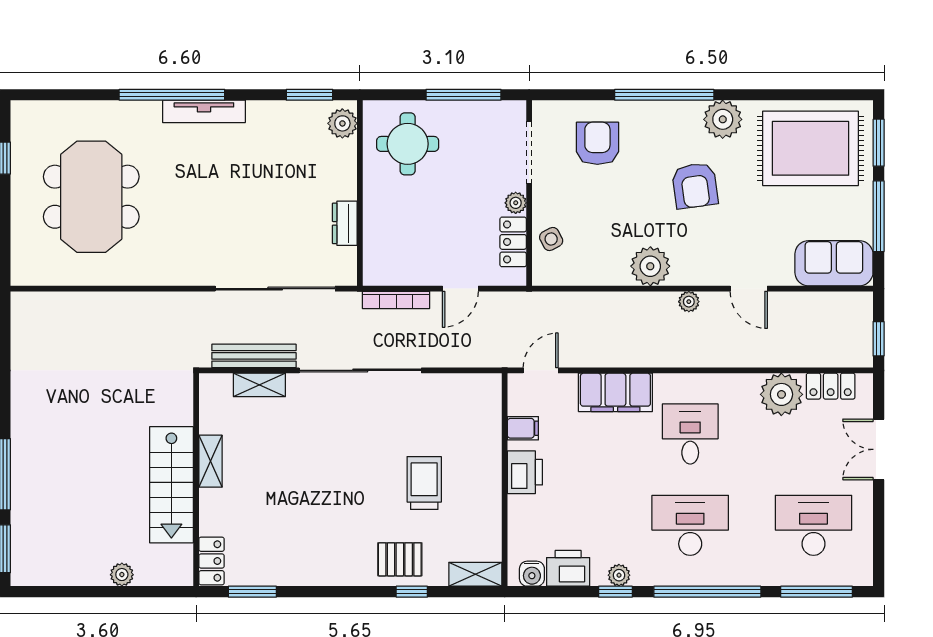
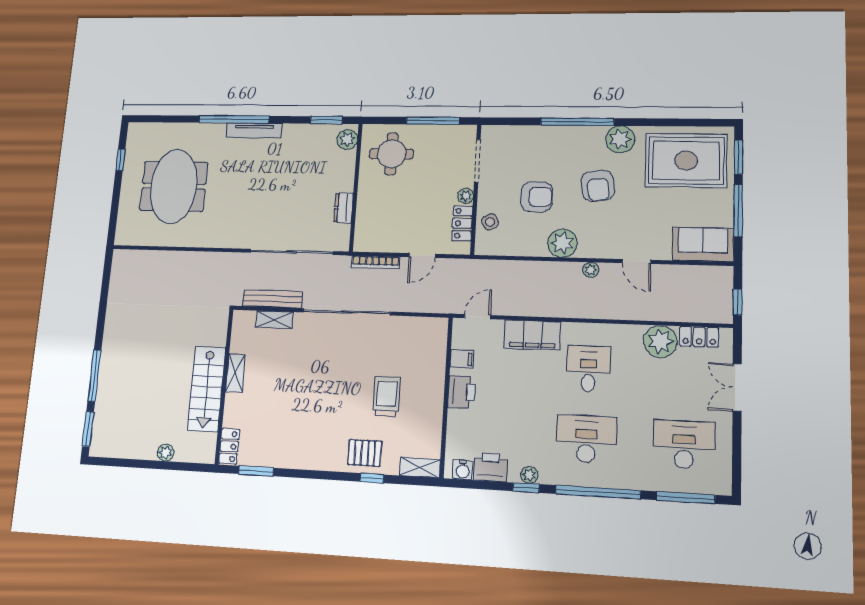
armchair: (597, 143) -> (537, 197), moved, turned 90

